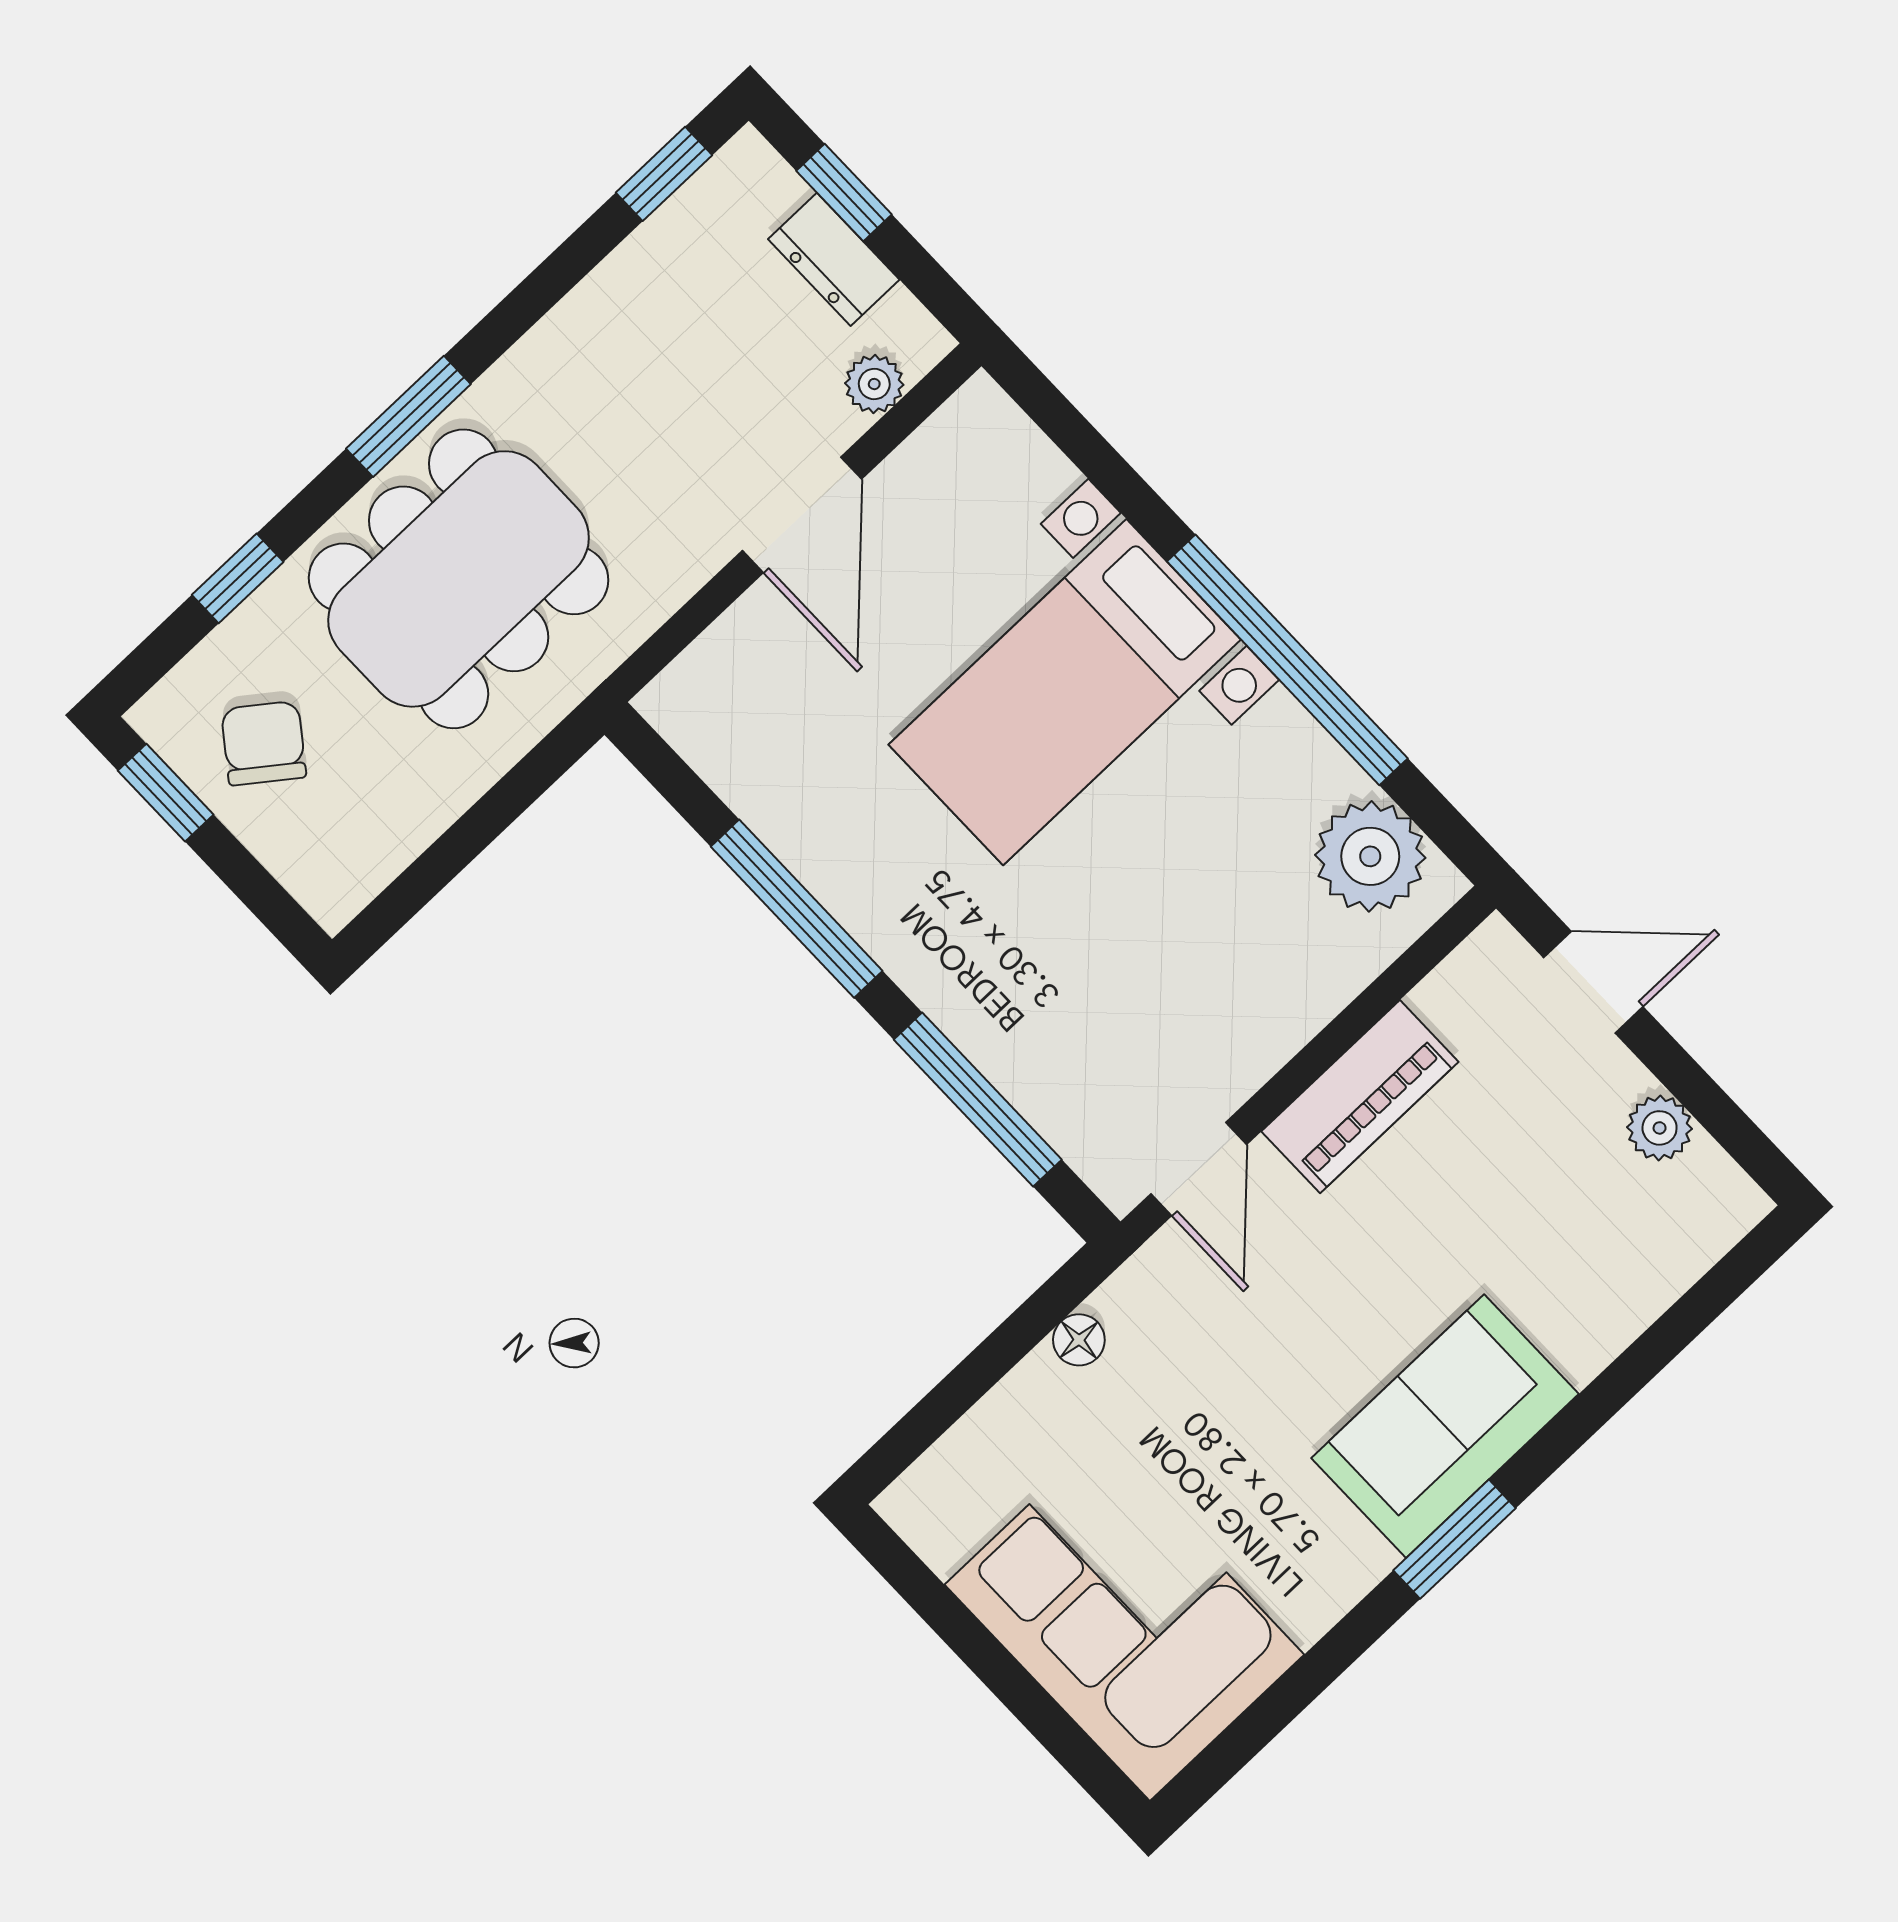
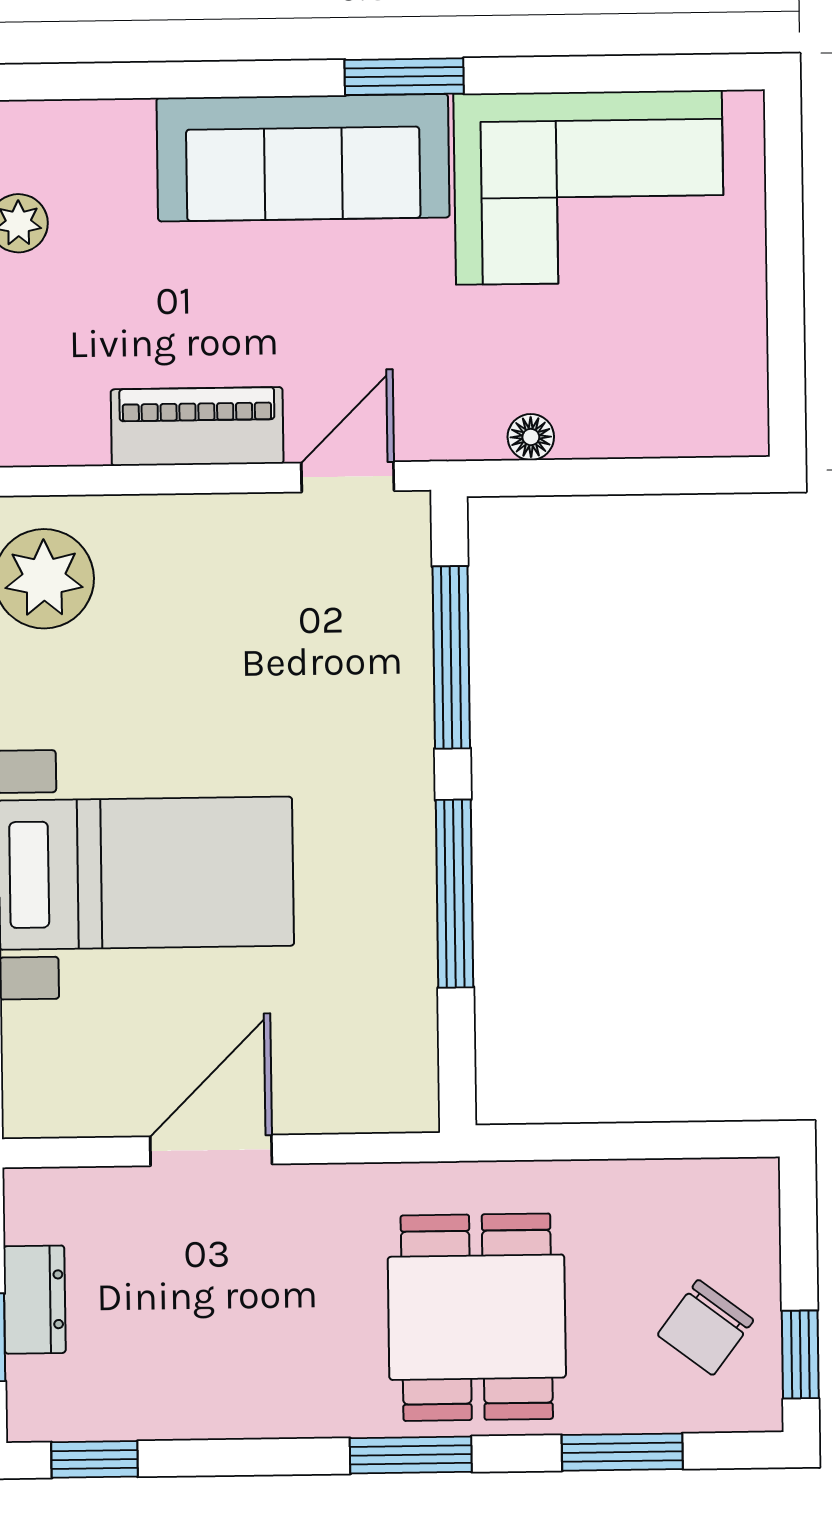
plant: (874, 384) -> (84, 1193), removed
window: (238, 578) -> (622, 1452), width x1.50
dining table: (459, 579) -> (477, 1317), width x0.73
sofa: (1445, 1426) -> (303, 158), width x1.36
corner sofa: (1124, 1620) -> (589, 187), moved, turned -90

